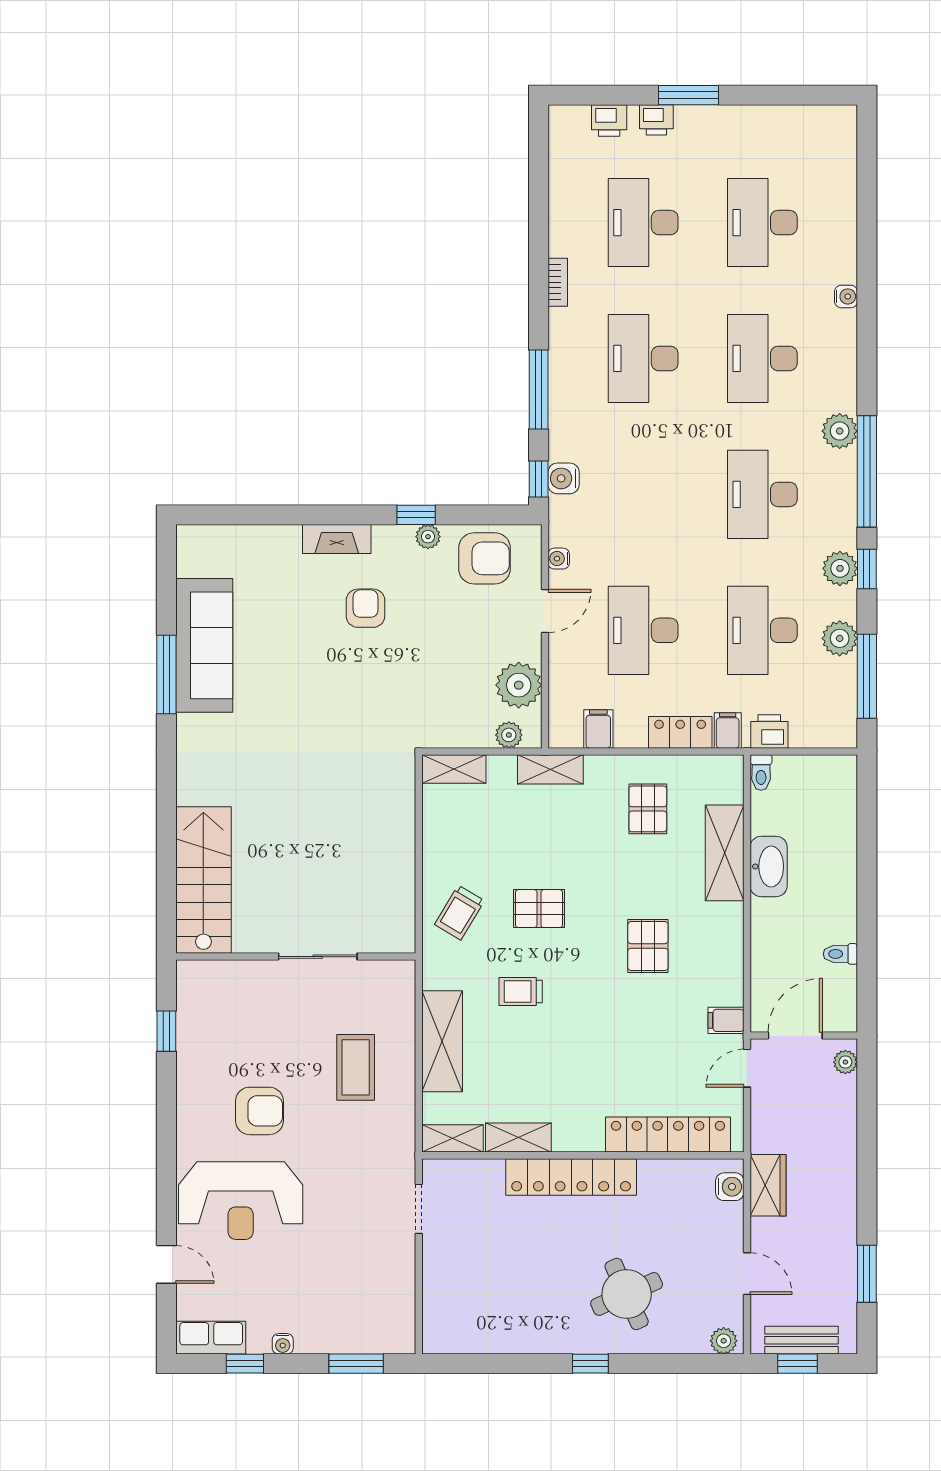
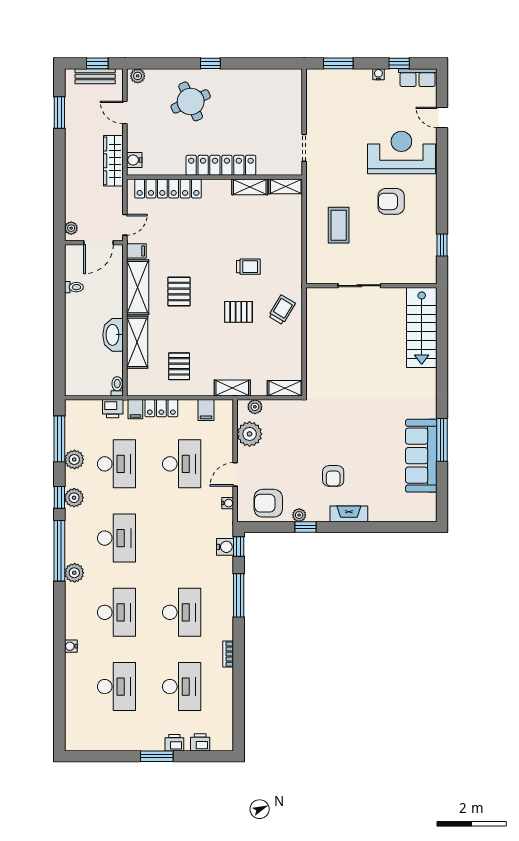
shelving: (442, 1041) -> (138, 287), moved
wardrobe: (768, 1185) -> (113, 161), width x1.50

